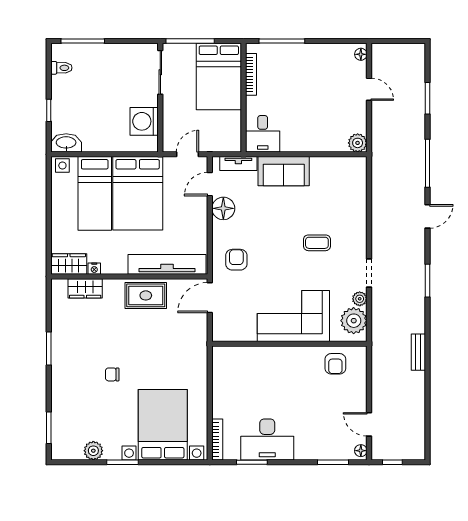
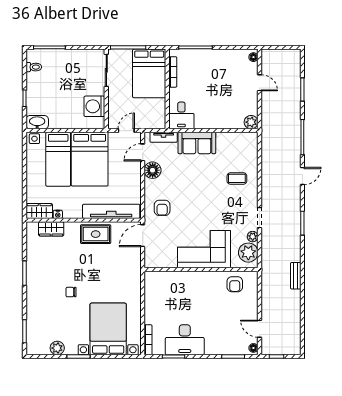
coffee table: (317, 243) -> (237, 178), moved
armchair: (236, 260) -> (162, 208), turned 180

